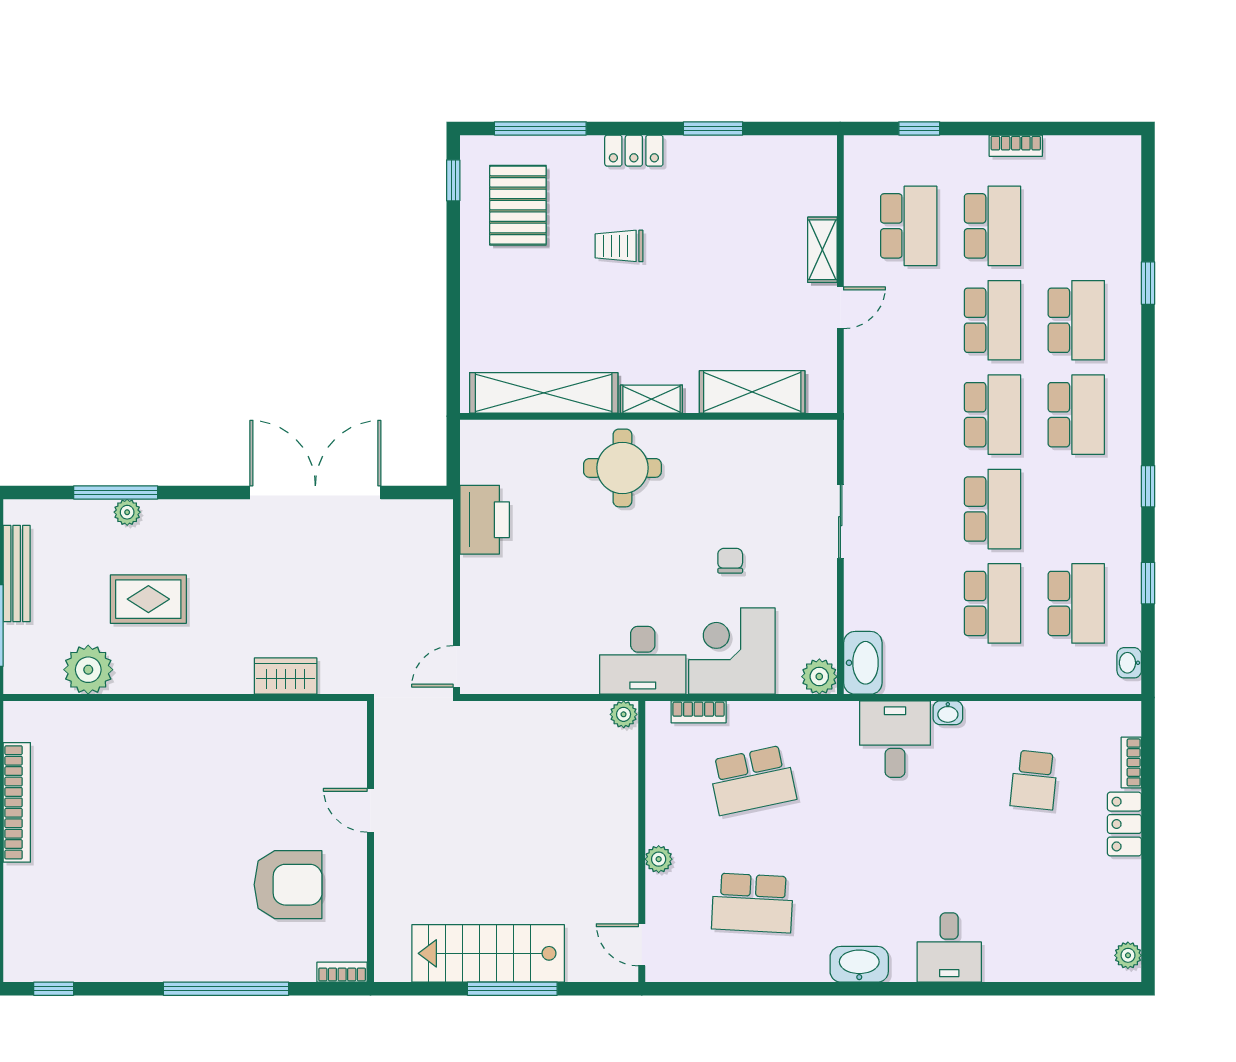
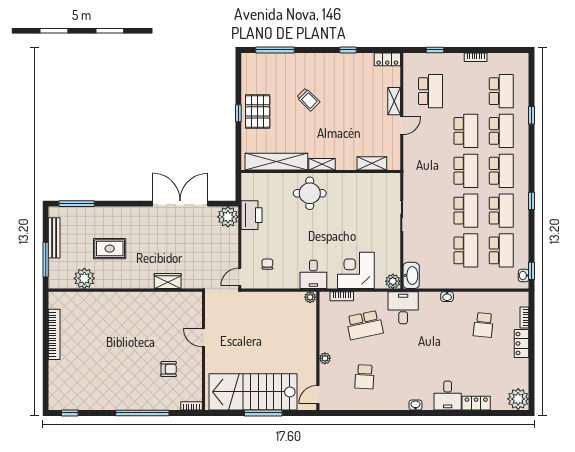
window: (713, 128) -> (348, 50), width x0.67
locker: (634, 151) -> (387, 59), moved
window: (453, 180) -> (238, 113), moved
pallet: (518, 205) -> (258, 111), moved
school desk: (993, 226) -> (501, 91), moved
trolley: (619, 246) -> (308, 100), turned -135
shelving: (752, 392) -> (372, 163), width x0.67, depth x0.75
window: (116, 492) -> (77, 204), moved
school desk: (1076, 509) -> (501, 211), added
plant: (127, 512) -> (228, 217), moved, width x1.87, depth x1.87
chair: (730, 561) -> (267, 264), moved
window: (1148, 583) -> (531, 271), moved
desk: (643, 660) -> (313, 274), width x0.73
desk: (895, 739) -> (403, 308), moved
armchair: (288, 885) -> (169, 369), width x0.53, depth x0.53
school desk: (752, 903) -> (365, 377), width x0.54
door: (642, 945) -> (318, 394), hinge flipped
stairs: (488, 953) -> (253, 392), width x1.36, depth x1.51
plant: (1128, 955) -> (518, 399), width x1.88, depth x1.88
washbasin: (859, 964) -> (416, 405), width x0.52, depth x0.69
locker: (1017, 965) -> (476, 403), added

